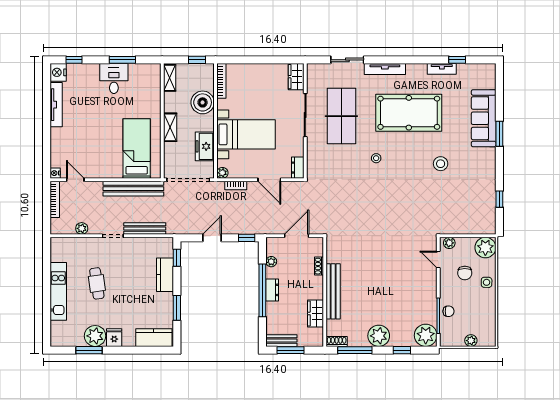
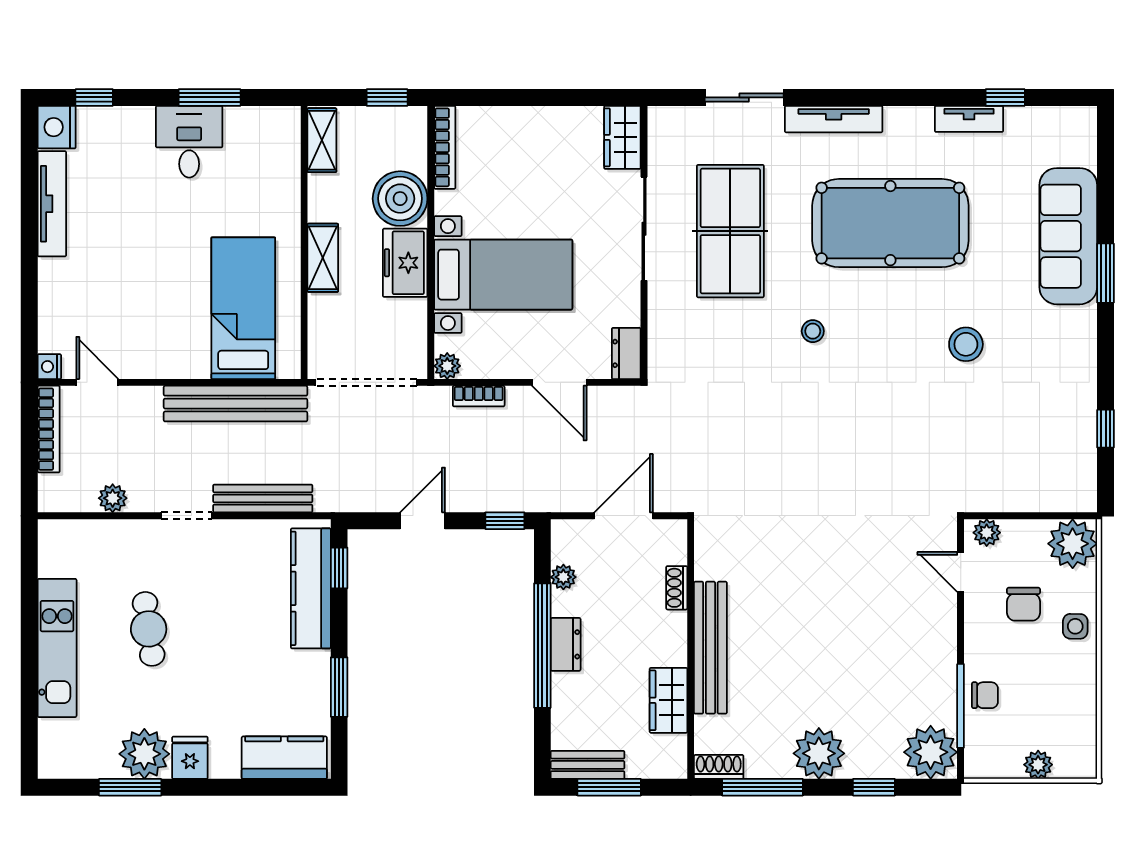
freezer: (205, 146) -> (405, 263), moved
kitchen counter: (165, 275) -> (311, 588), width x1.50

